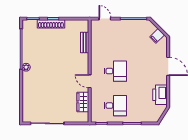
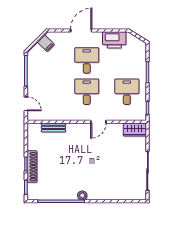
door: (105, 19) -> (26, 104), swing flipped
desk: (142, 71) -> (87, 60), added
wardrobe: (83, 102) -> (135, 130), moved

